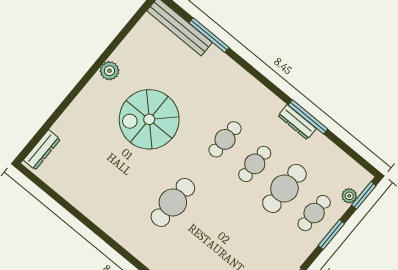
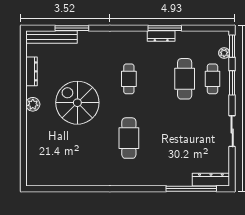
plant: (109, 71) -> (33, 104), moved
spiral stairs: (149, 119) -> (77, 103), turned 90
dresser: (42, 150) -> (32, 71), moved
cafe table: (255, 164) -> (157, 79), removed

